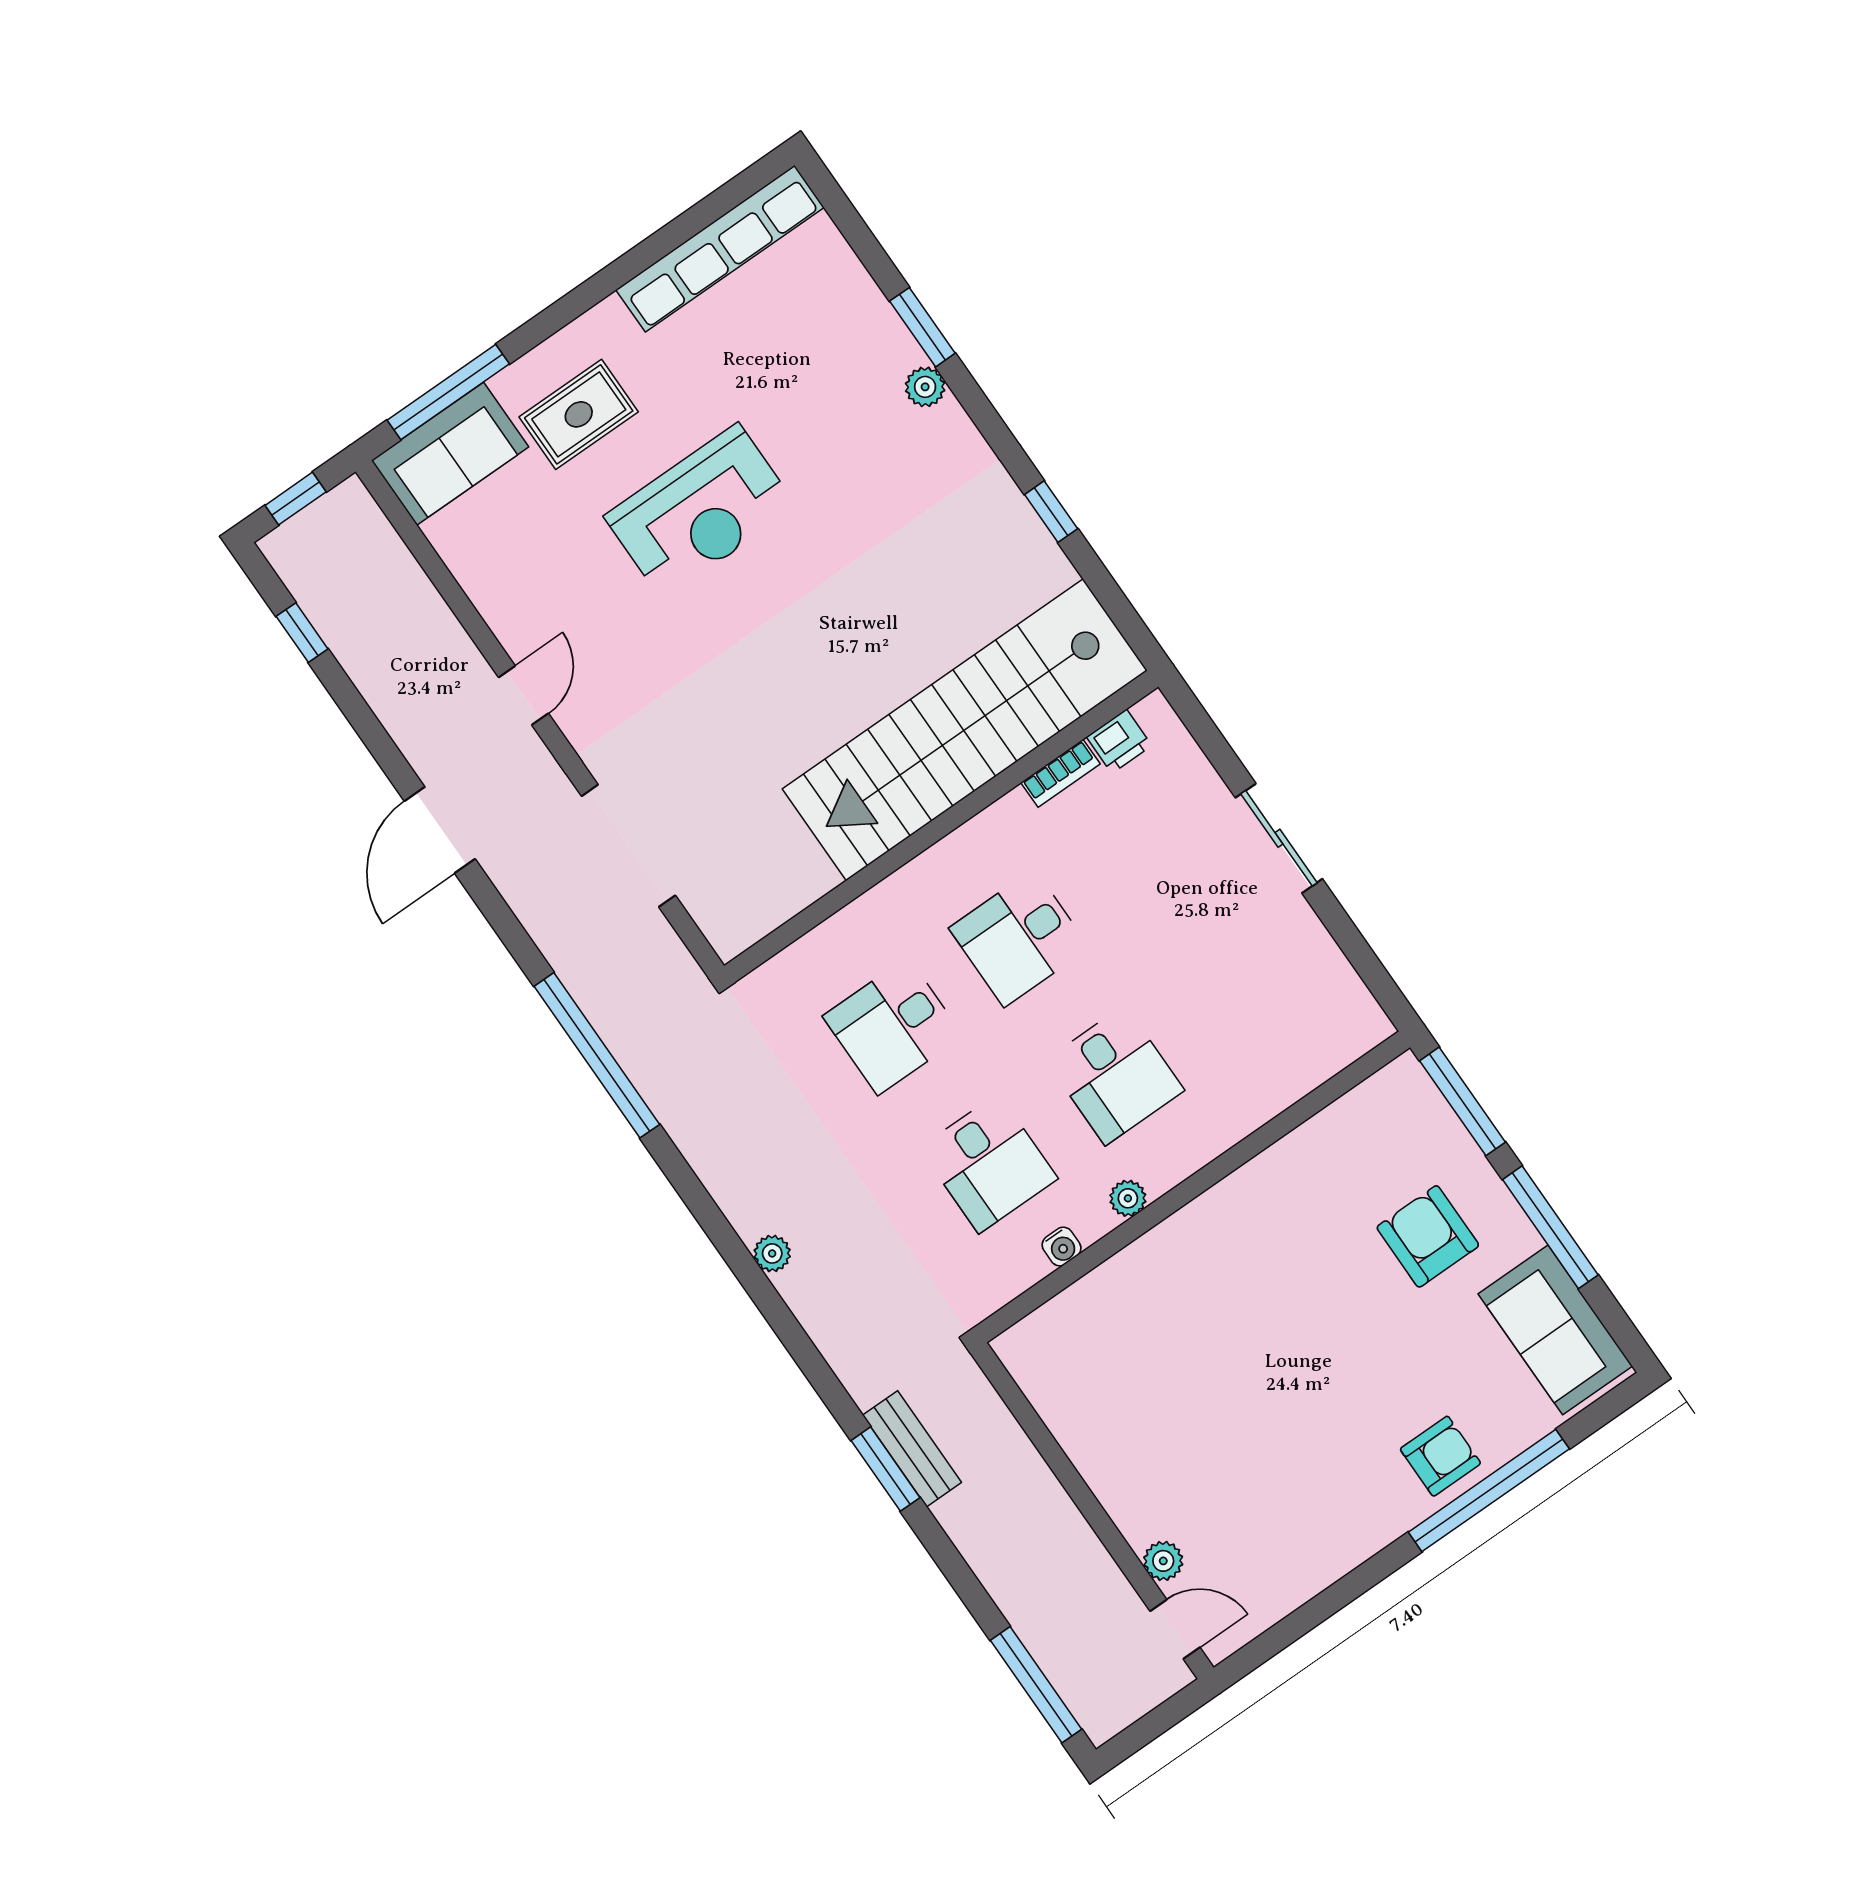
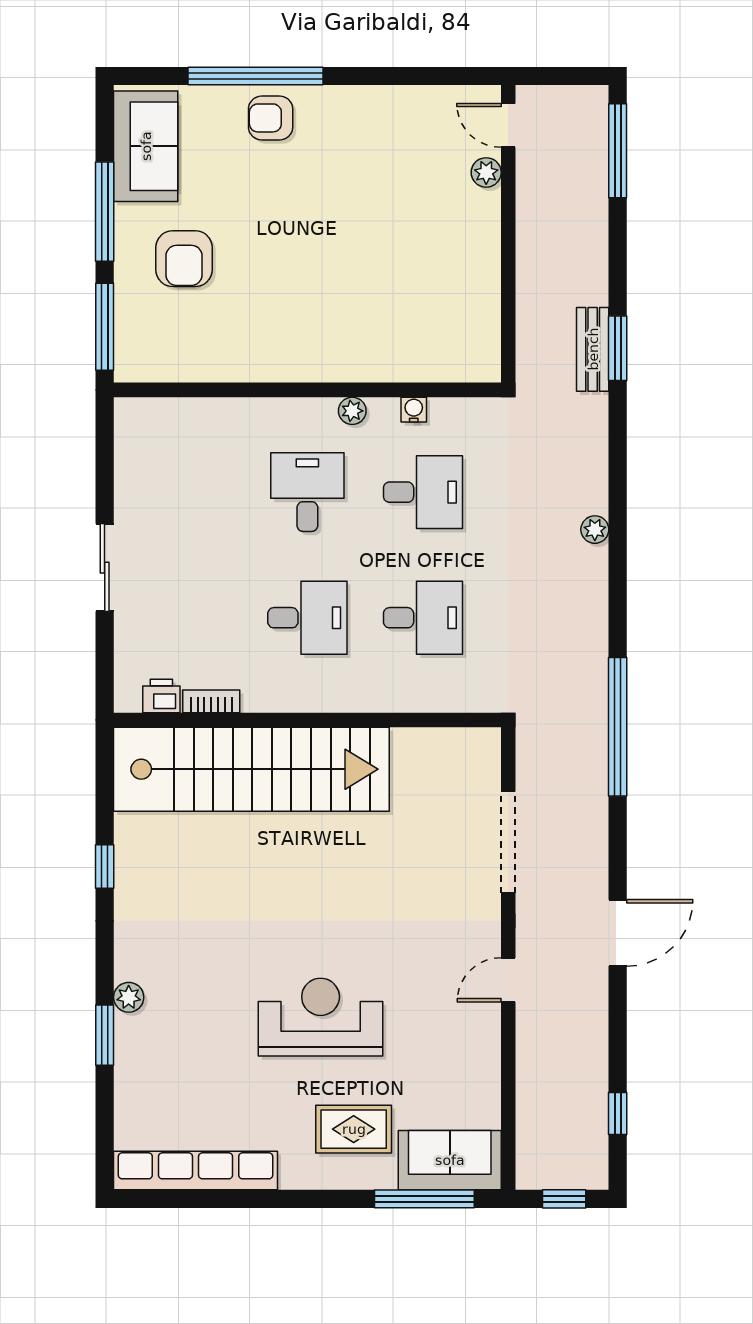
desk: (989, 1163) -> (423, 492), turned 90

